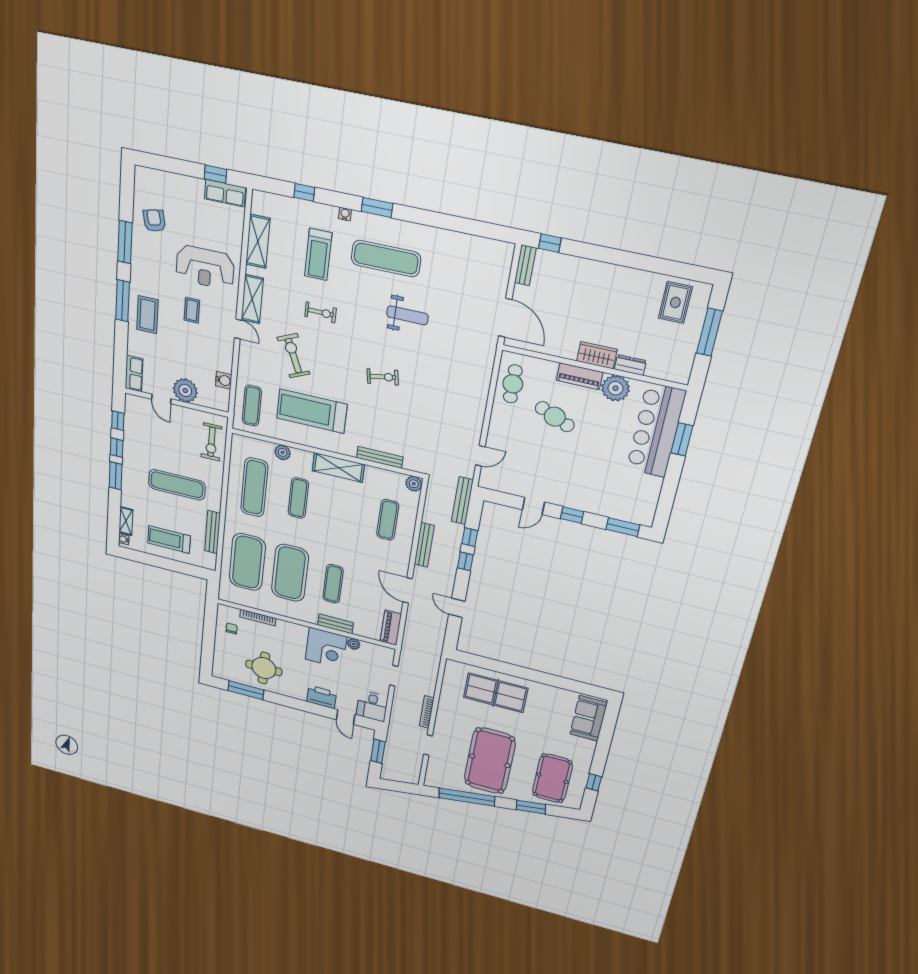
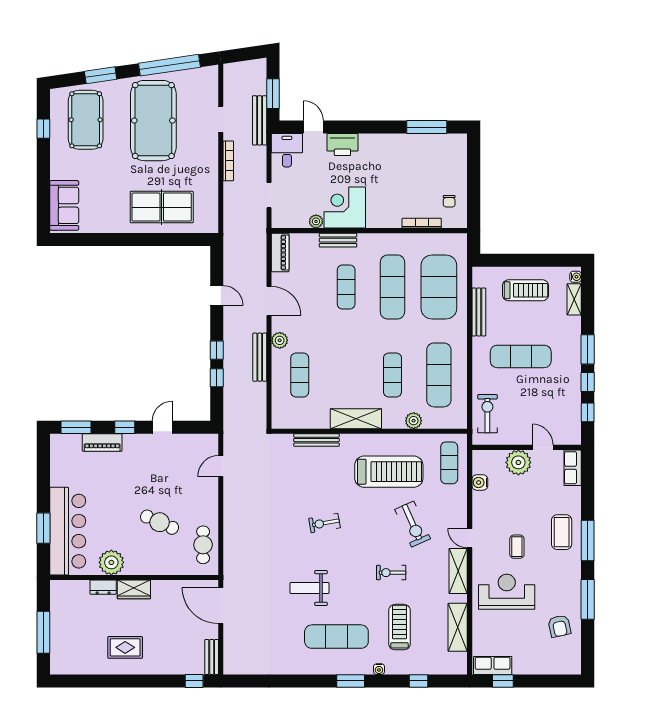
rug: (675, 302) -> (125, 647), moved, turned 90
piano: (580, 376) -> (102, 443), moved, turned 180
plant: (414, 484) -> (280, 340), moved
bench: (462, 501) -> (260, 120), moved
exercise mat: (290, 573) -> (392, 287), width x0.68
round table: (264, 668) -> (409, 162), removed

